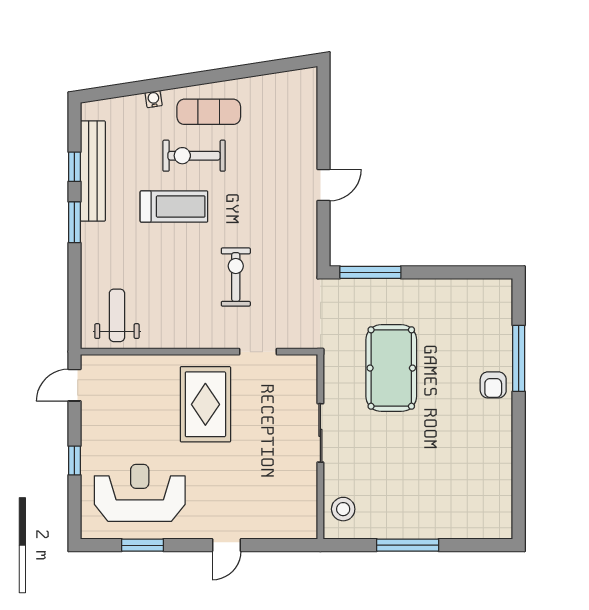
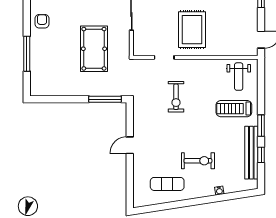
exercise mat: (209, 112) -> (167, 184), moved
treadmill: (174, 207) -> (234, 109), moved
armchair: (493, 385) -> (42, 21), moved

